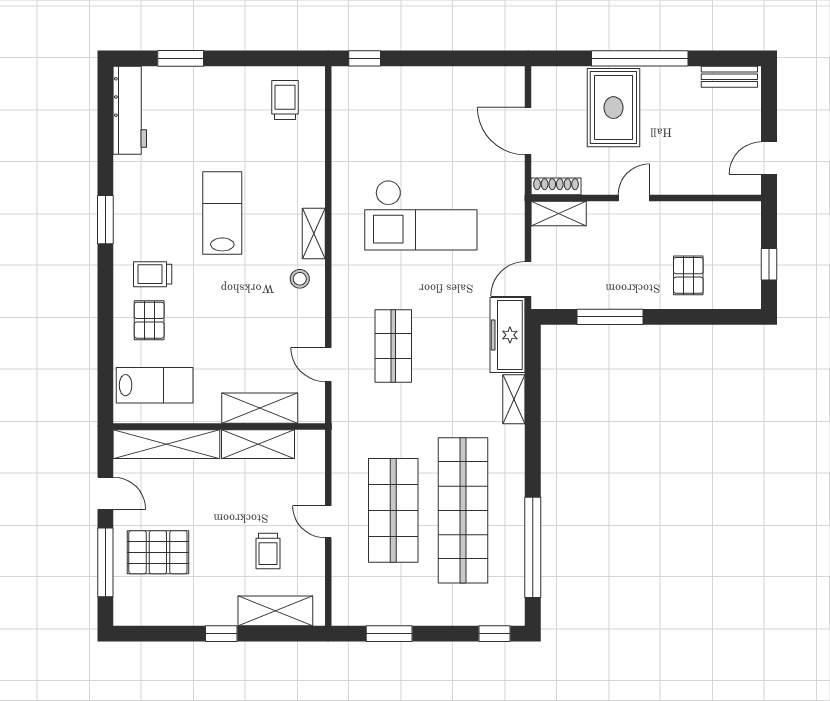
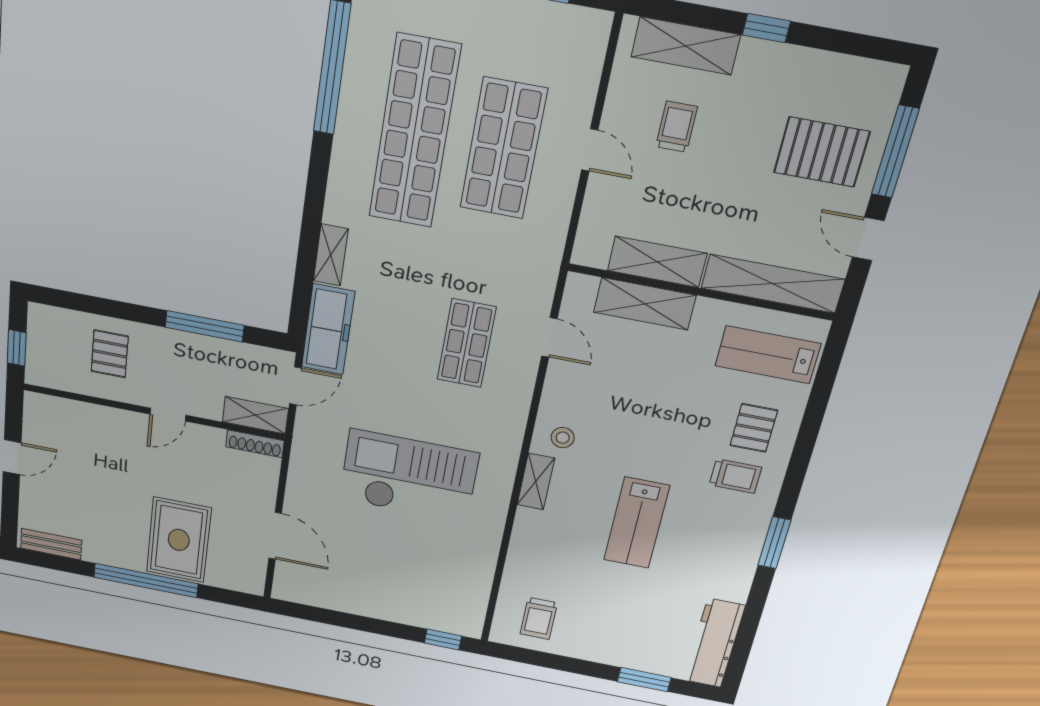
shoe rack: (556, 186) -> (255, 444), moved
door: (634, 198) -> (168, 415), moved
wall: (646, 198) -> (154, 412), moved
shelving: (559, 213) -> (255, 415), moved

